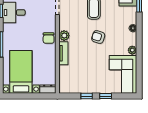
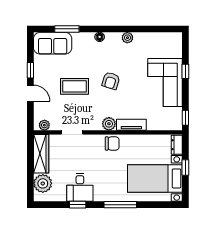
corner sofa: (123, 74) -> (165, 83), moved, turned 90
window: (30, 96) -> (185, 168), added
window: (87, 96) -> (185, 118), moved

